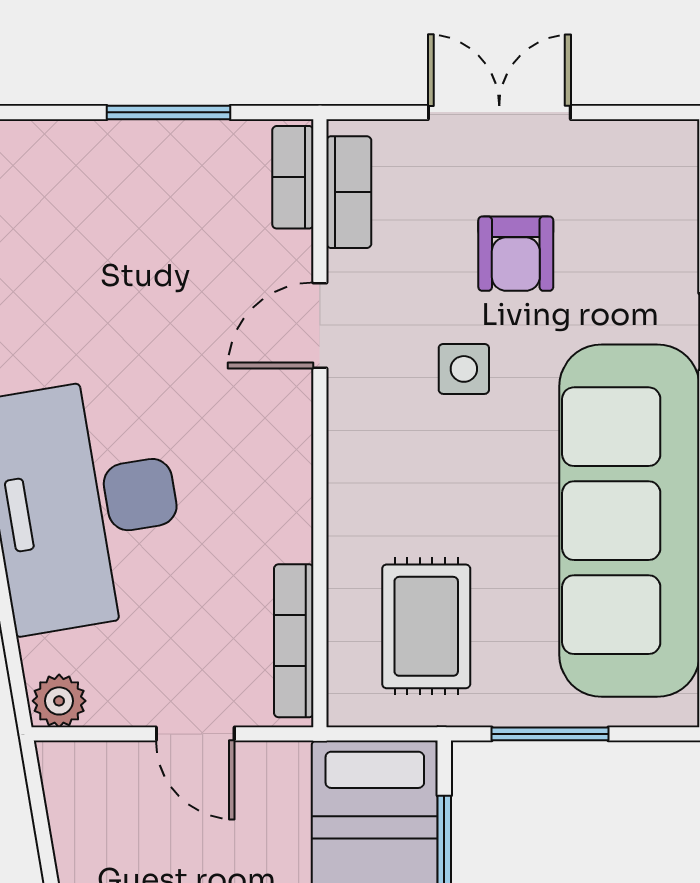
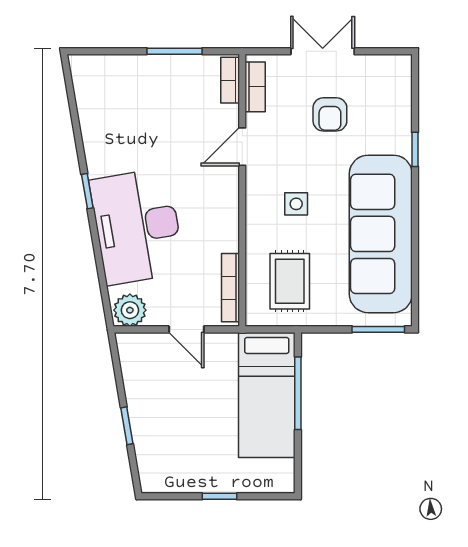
side table: (464, 369) -> (296, 204), moved
plant: (59, 701) -> (130, 310), width x1.38, depth x1.38
window: (550, 734) -> (378, 329), moved

